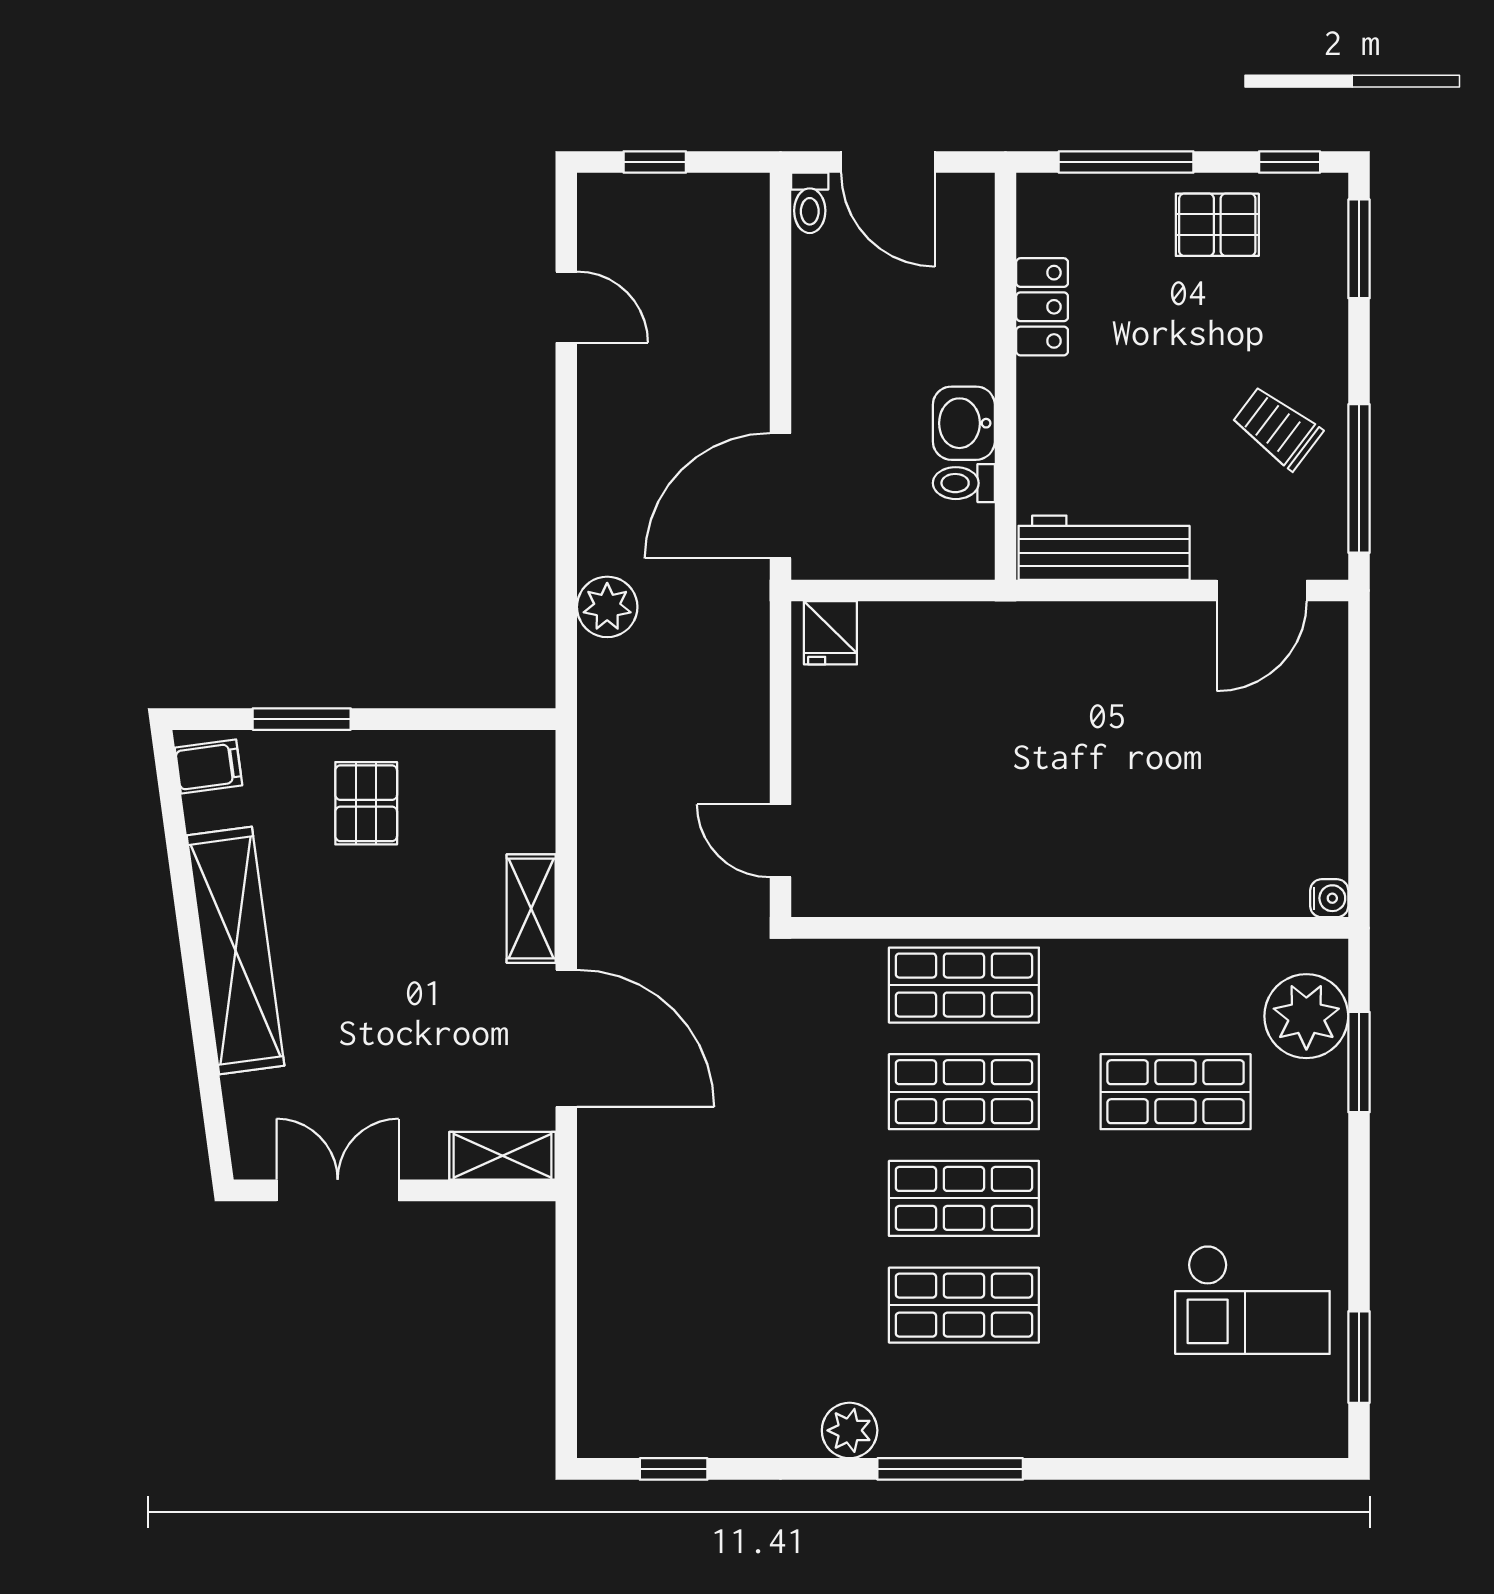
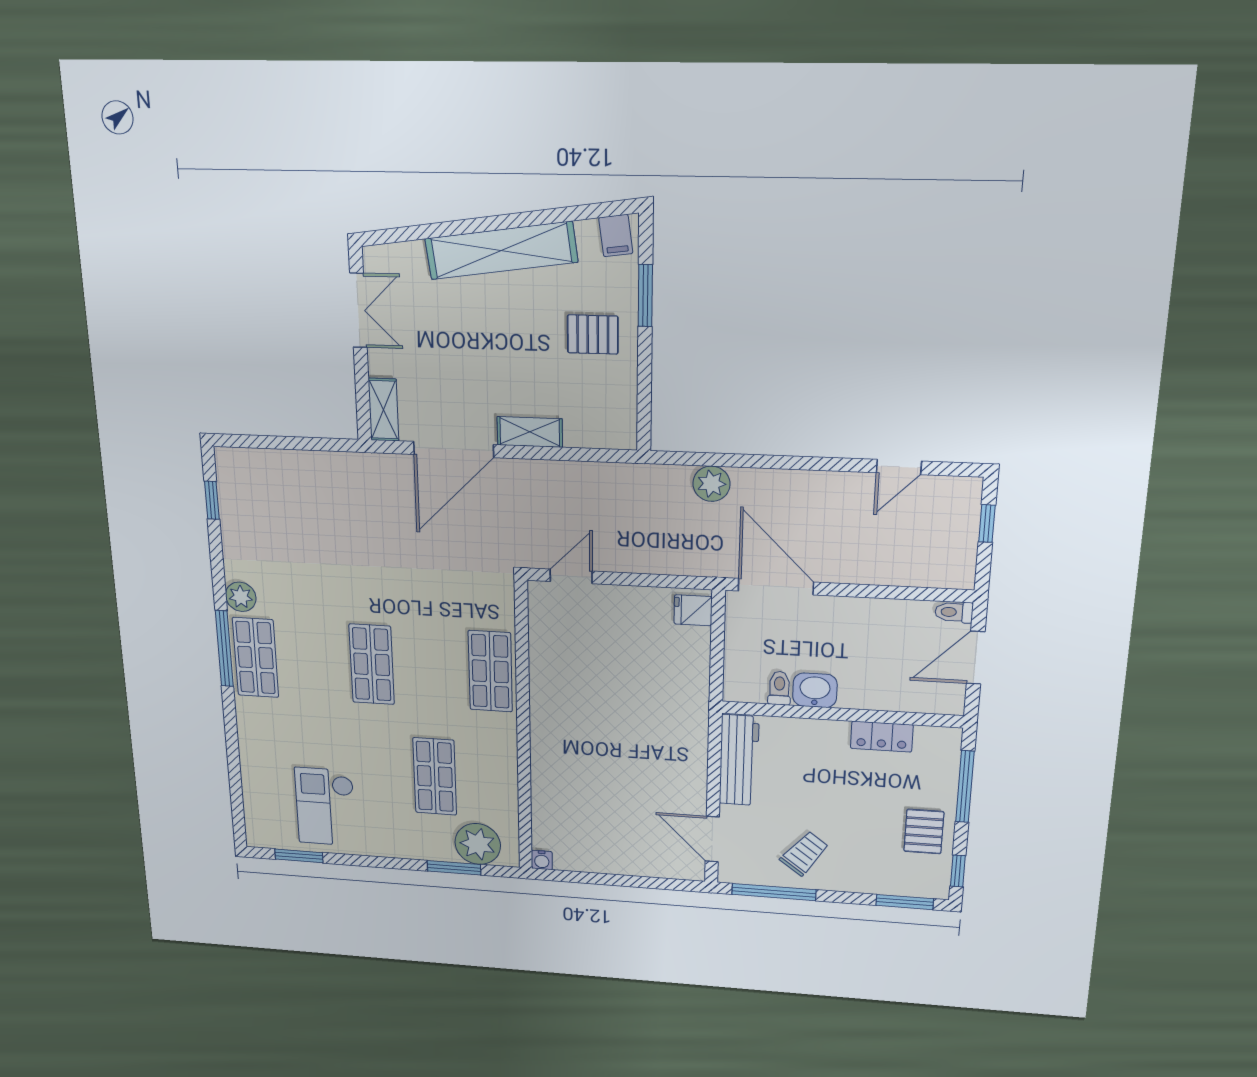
shop shelf: (964, 1092) -> (431, 668), removed
shop shelf: (964, 1305) -> (256, 658), moved

